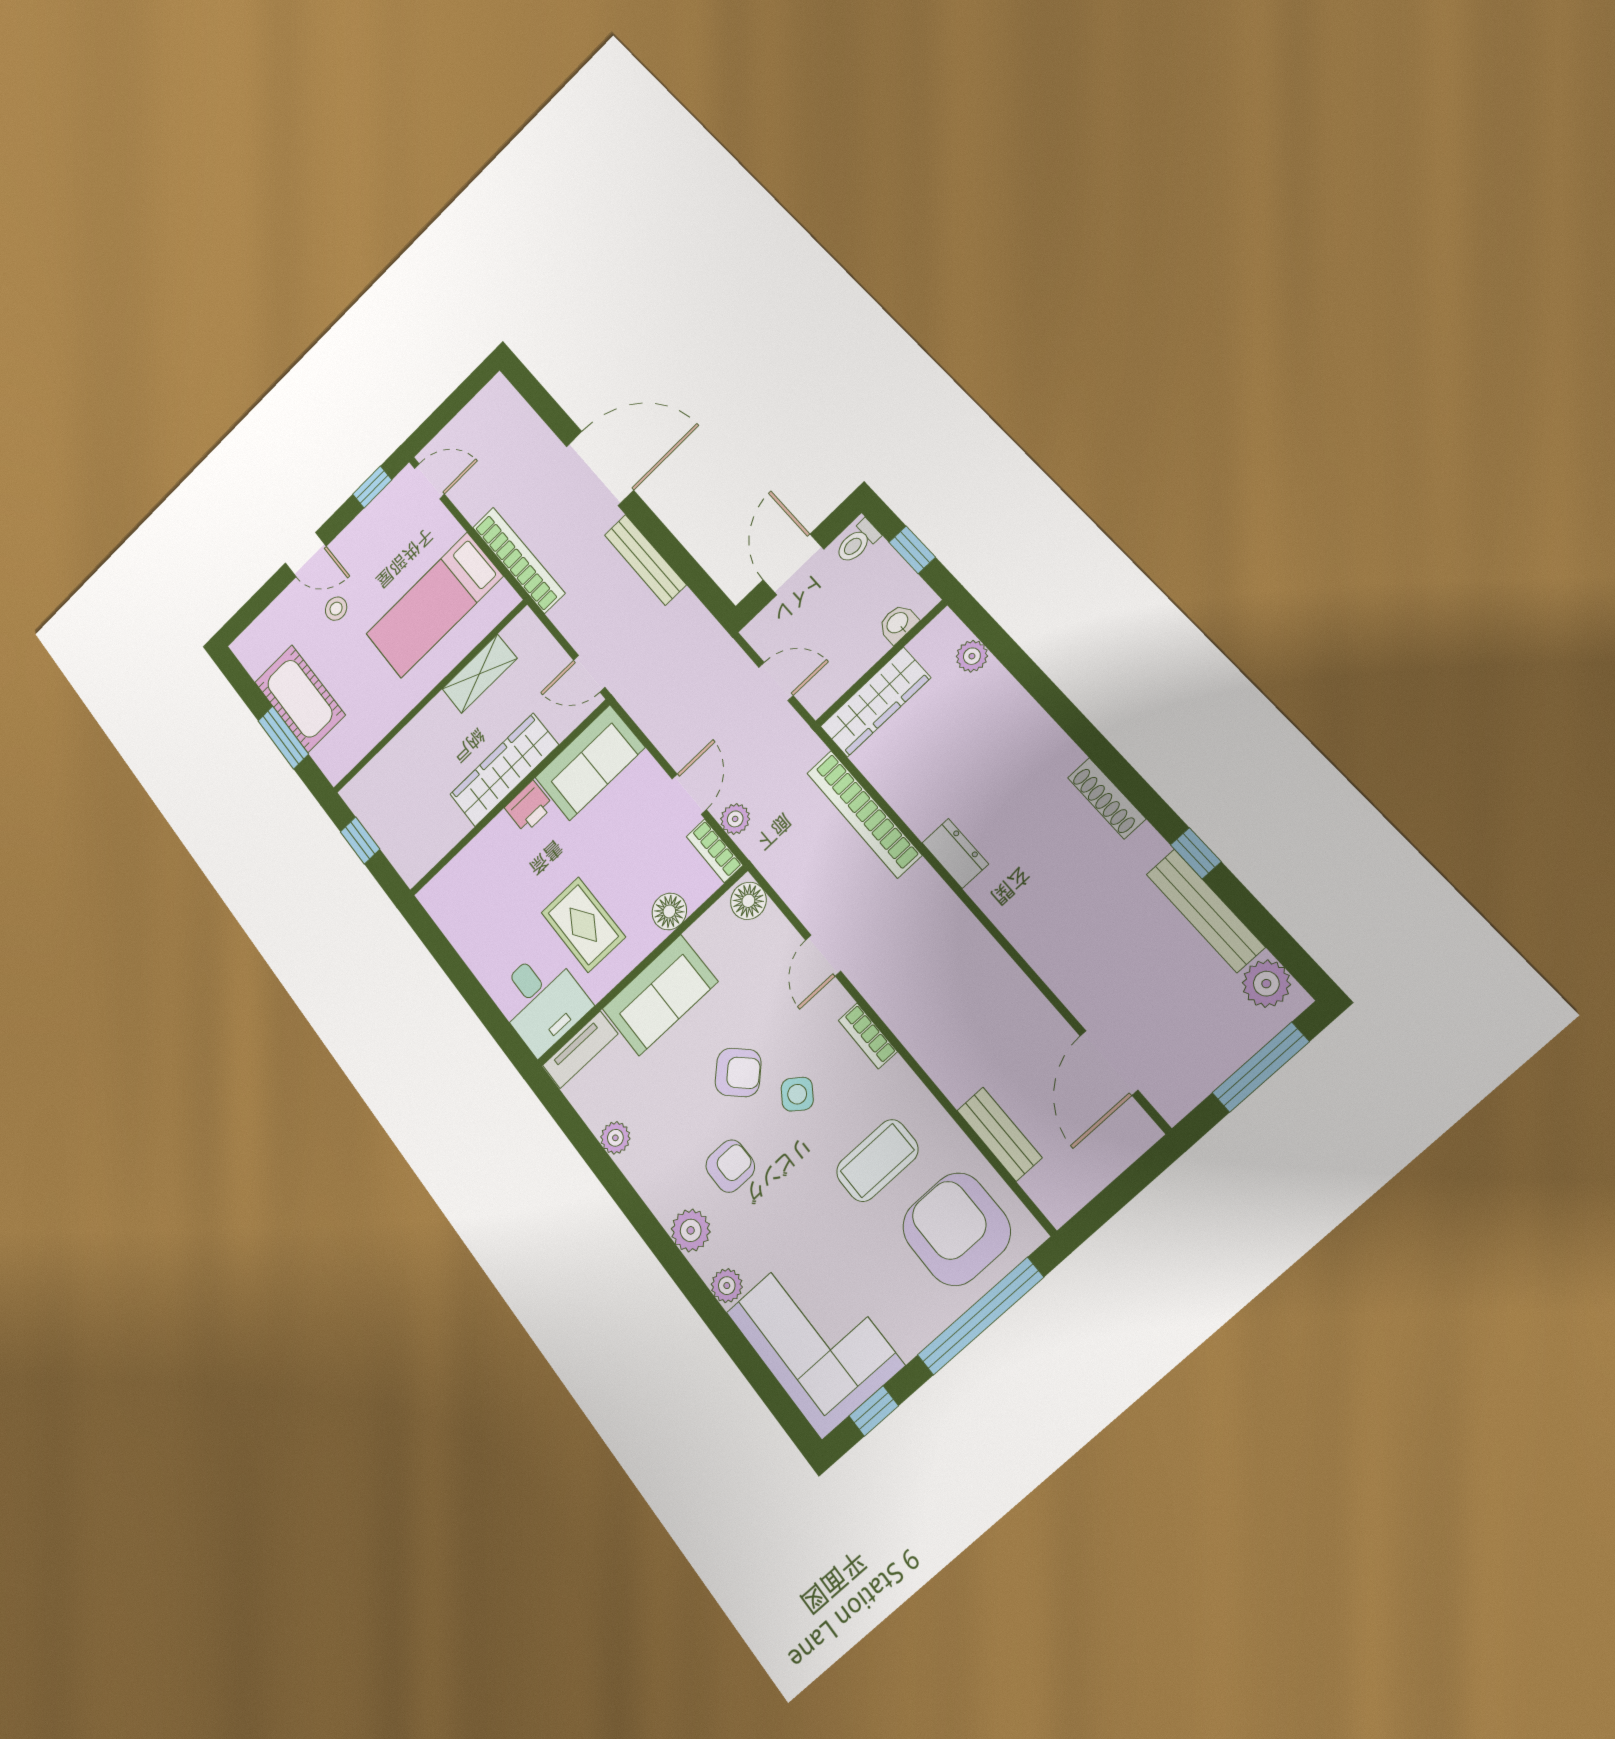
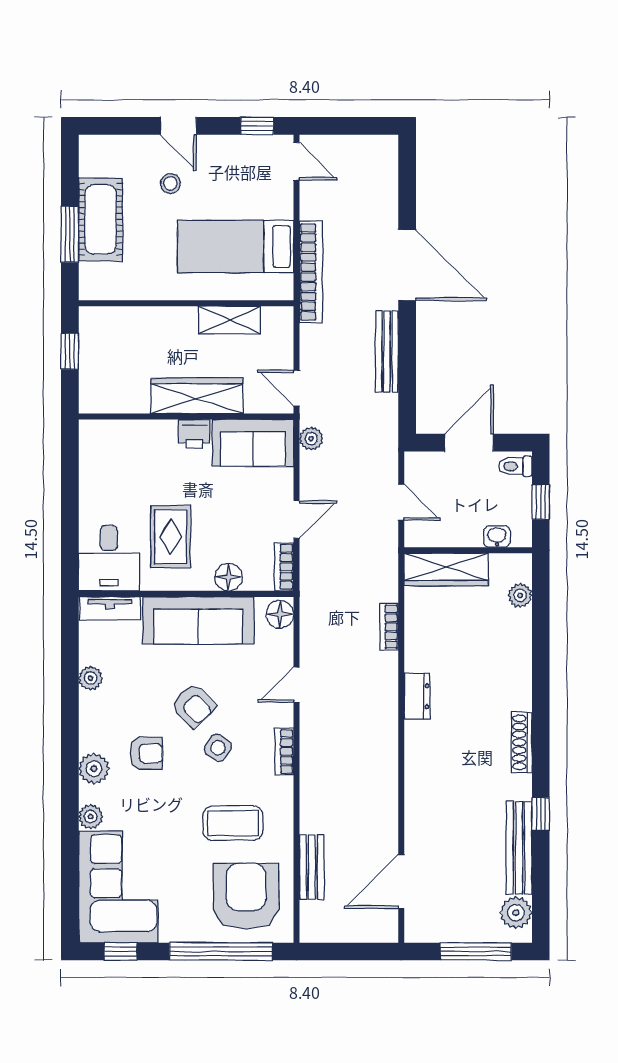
bookcase: (864, 814) -> (389, 627), width x0.43, depth x0.76
plant: (735, 819) -> (311, 439), moved
sofa: (660, 995) -> (198, 620), width x1.36

